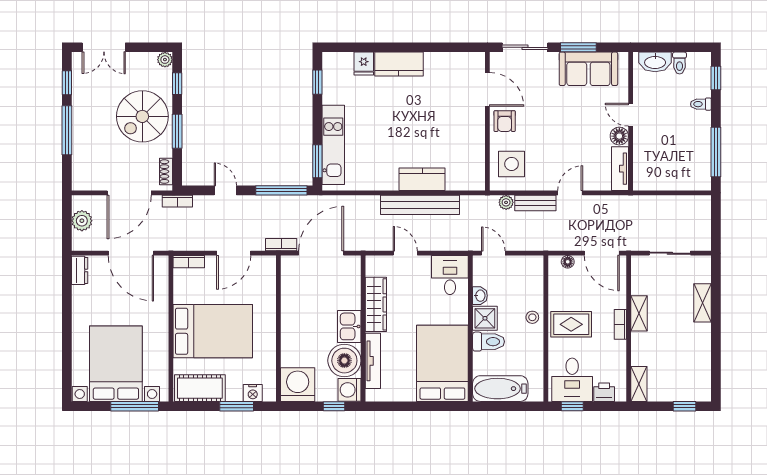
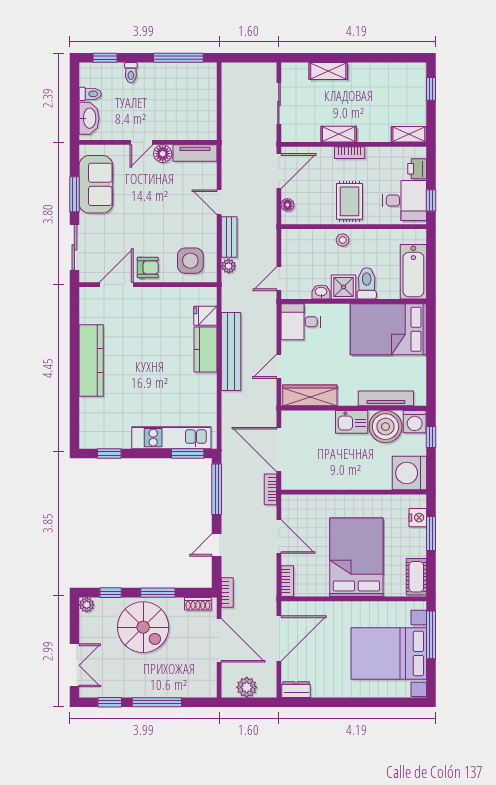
fridge: (364, 64) -> (205, 316), moved, turned 180
kitchen counter: (399, 64) -> (91, 360), width x1.50
wardrobe: (376, 304) -> (310, 395), moved
cot: (200, 388) -> (416, 577), width x0.73, depth x0.75

